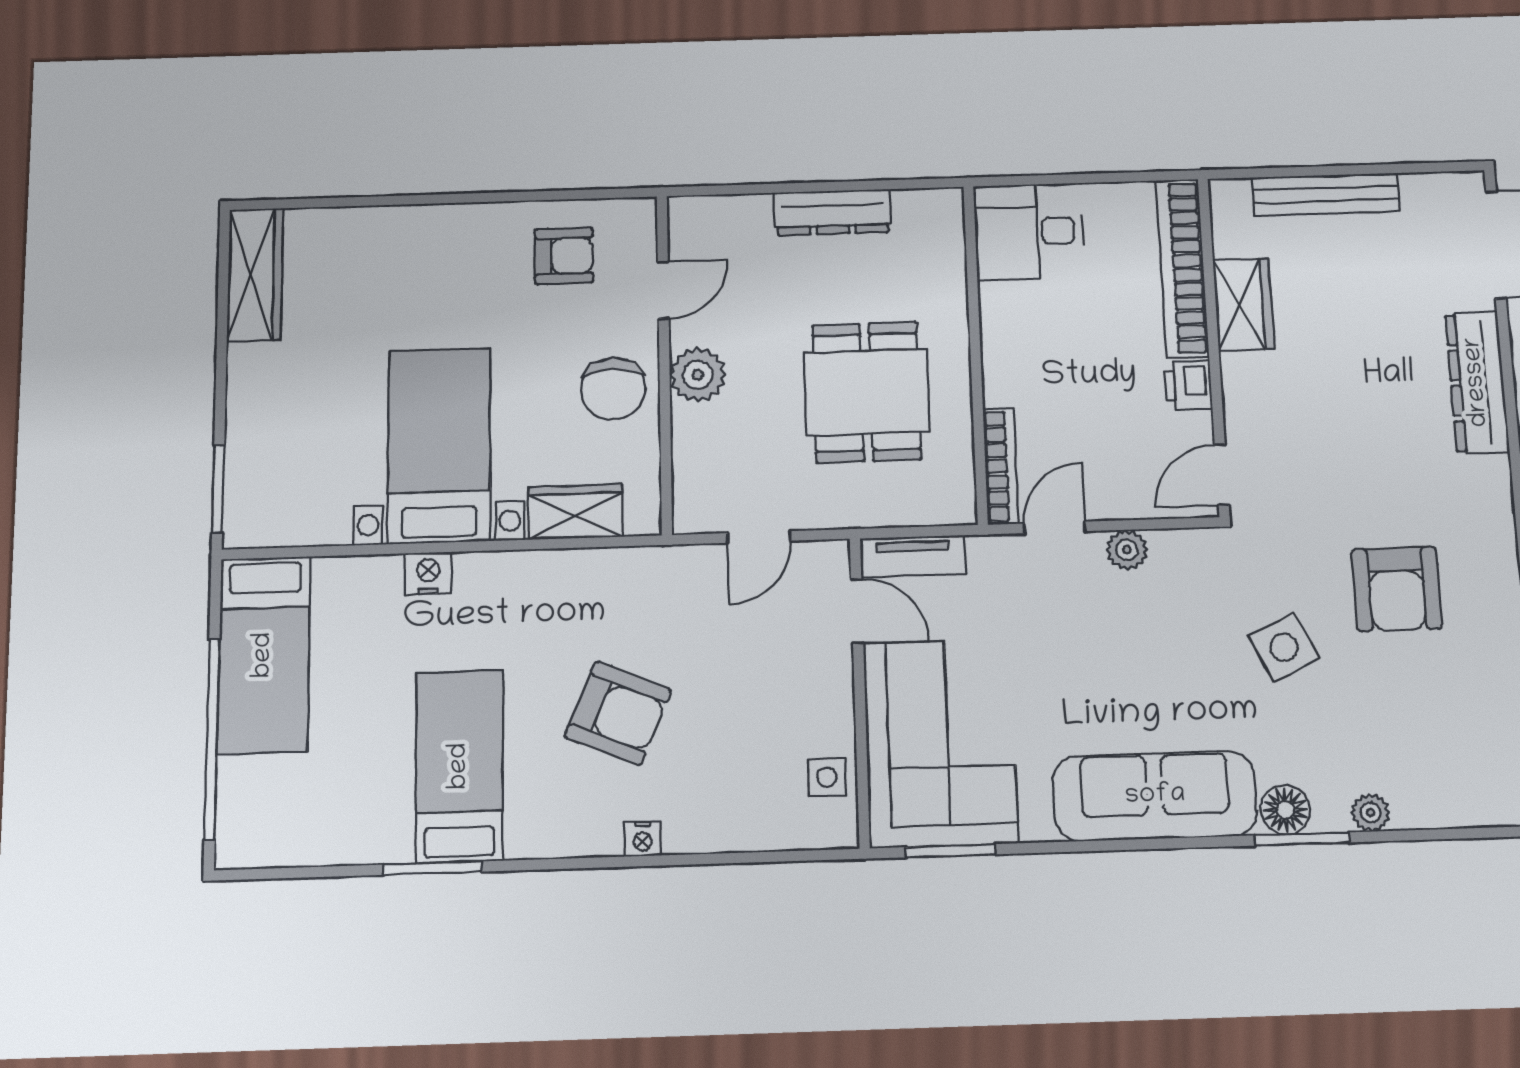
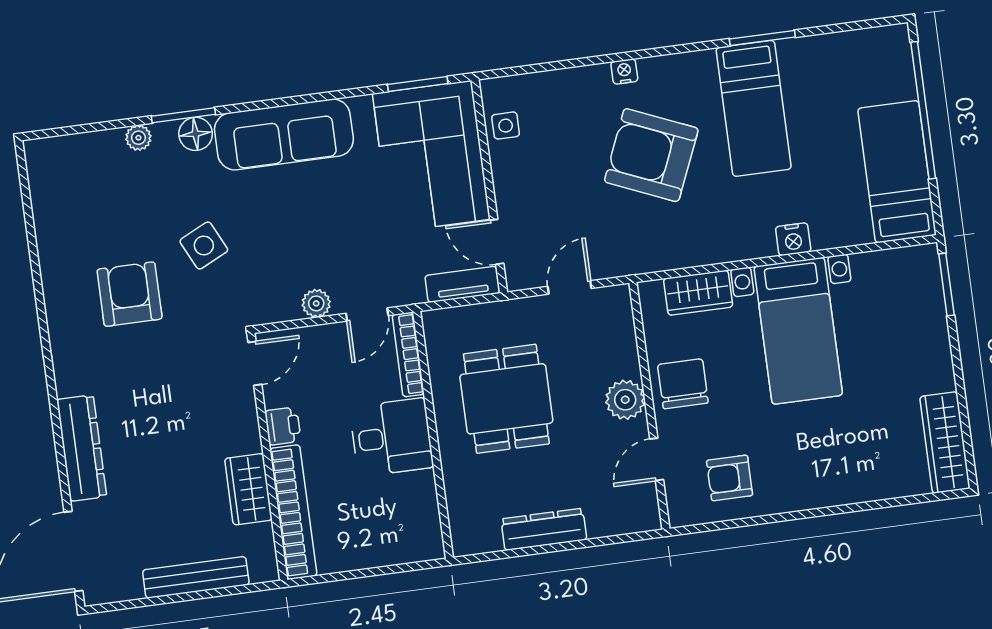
desk: (1029, 232) -> (391, 437), moved
armchair: (618, 713) -> (651, 155), width x1.36, depth x1.36

